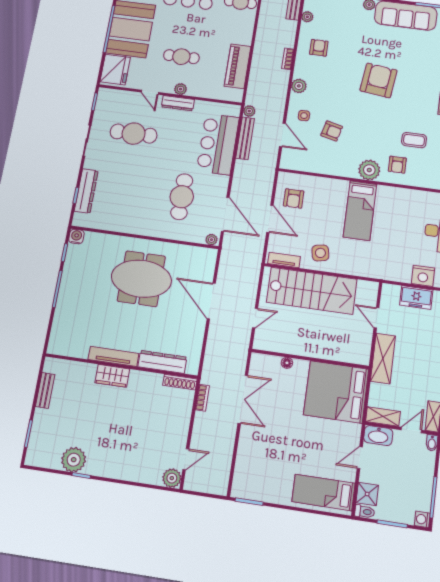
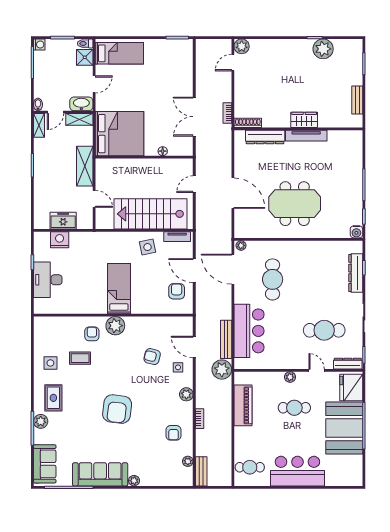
dresser: (178, 103) -> (348, 364), moved
plant: (249, 111) -> (222, 370), width x1.87, depth x1.87

